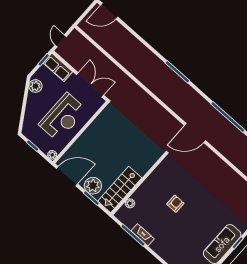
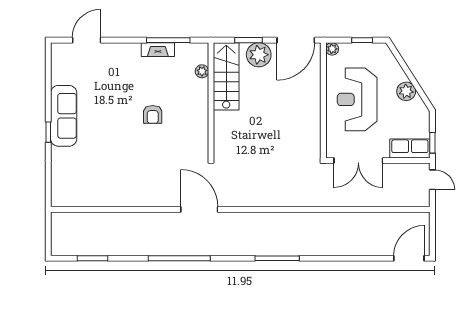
plant: (35, 86) -> (406, 91), moved
door: (195, 133) -> (199, 209), hinge flipped

